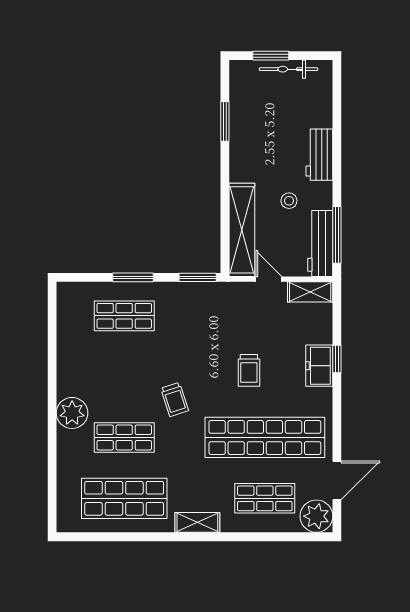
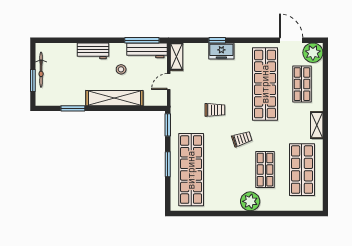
shelving: (242, 230) -> (114, 98), moved
shop shelf: (124, 316) -> (191, 170), width x2.00, depth x1.36
trolley: (249, 370) -> (215, 110), moved

